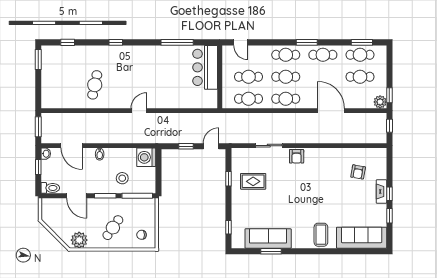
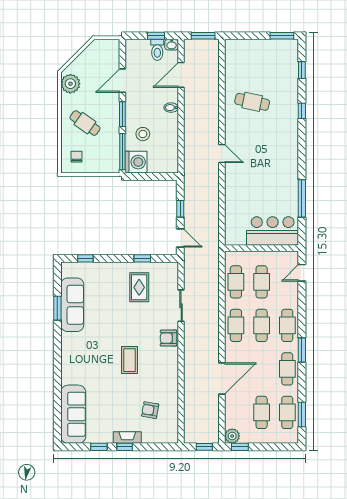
window: (116, 42) -> (302, 111), moved
washing machine: (146, 157) -> (136, 162), moved, turned 90
toilet: (50, 188) -> (157, 50), moved
coffee table: (321, 235) -> (130, 360), moved, turned 90

